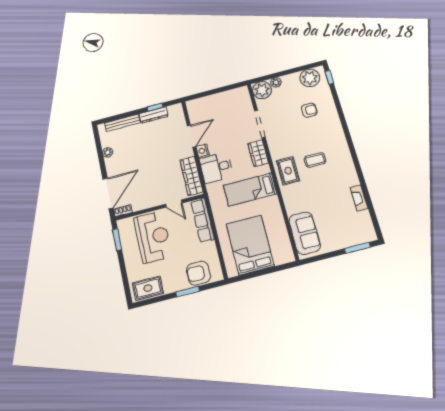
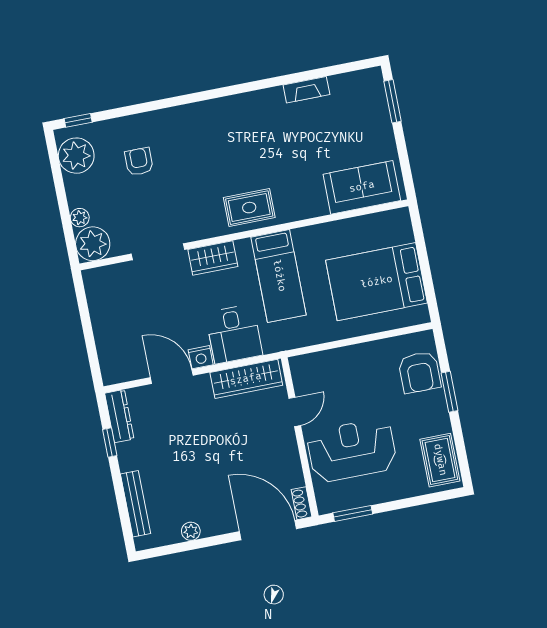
dresser: (154, 115) -> (119, 416), moved
coffee table: (315, 160) -> (233, 159), removed
row of seats: (202, 220) -> (328, 362), removed

